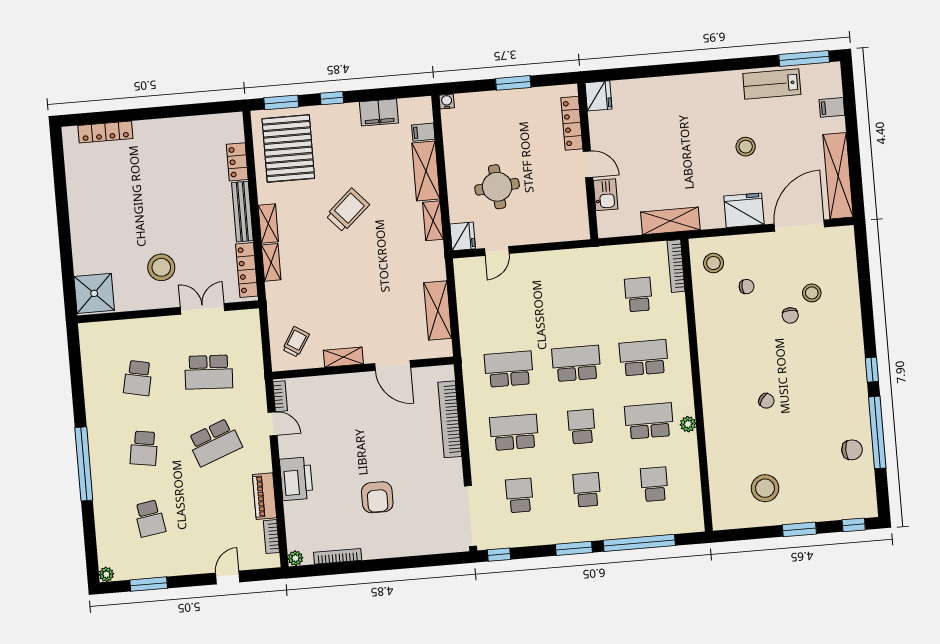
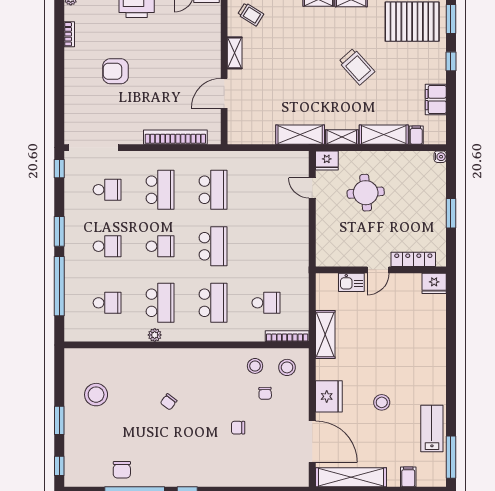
stool: (812, 293) -> (255, 366), moved
shelving: (438, 310) -> (300, 135), moved
bookcase: (338, 556) -> (69, 34), width x0.64

